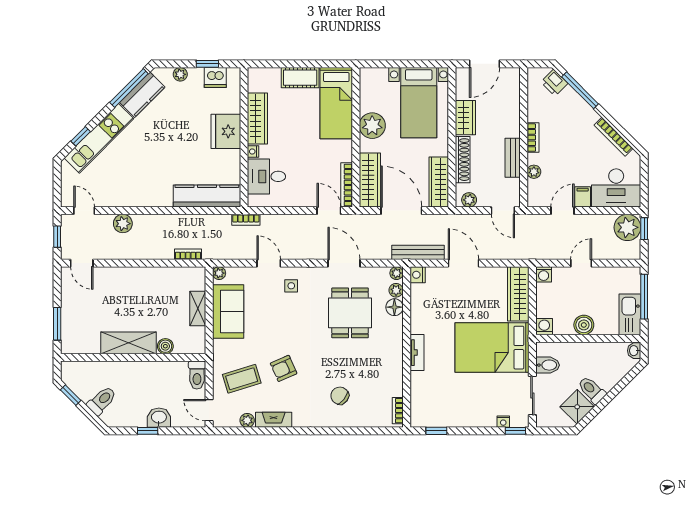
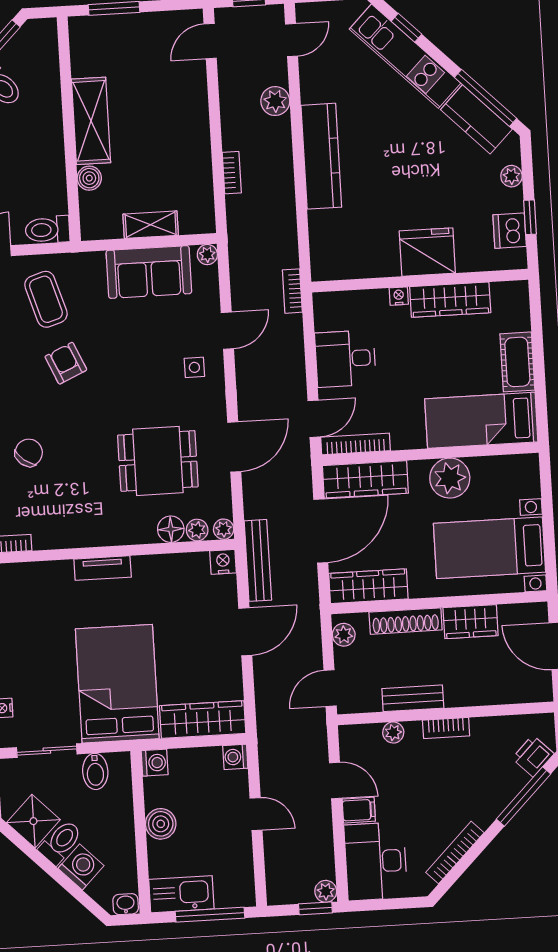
desk: (266, 176) -> (345, 359), moved, turned -90
kitchen counter: (207, 196) -> (321, 156), moved
plant: (627, 227) -> (326, 891), width x0.53, depth x0.53
bookcase: (188, 254) -> (232, 173), moved
washing machine: (609, 378) -> (81, 867), added

